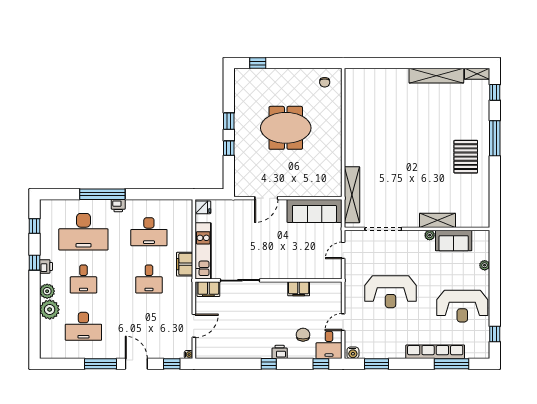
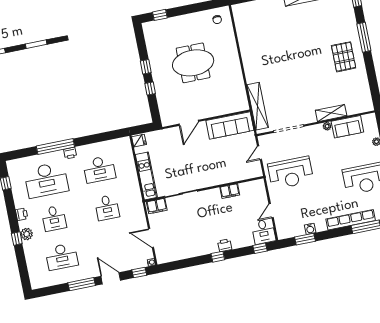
window: (35, 263) -> (17, 238), moved
filing cabinet: (185, 264) -> (133, 190), removed
reception desk: (391, 292) -> (291, 173), moved
plant: (50, 310) -> (32, 248), removed
door: (194, 326) -> (151, 238), swing flipped
chair: (303, 335) -> (241, 227), removed
water cooler: (353, 353) -> (310, 229), moved

